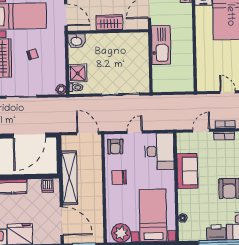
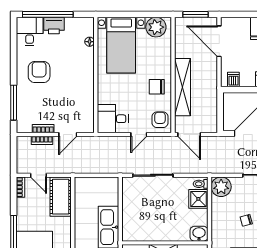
cot: (206, 73) -> (61, 197), added
plant: (61, 89) -> (221, 187), width x1.88, depth x1.88
desk: (159, 151) -> (113, 119), width x0.73
sofa: (187, 171) -> (83, 92), removed
chair: (119, 177) -> (157, 87), turned 180
shelving: (70, 178) -> (182, 87), moved

